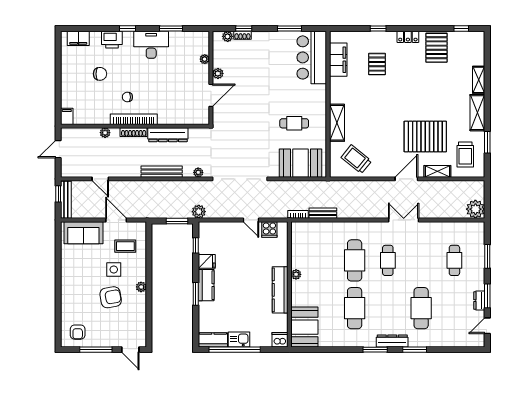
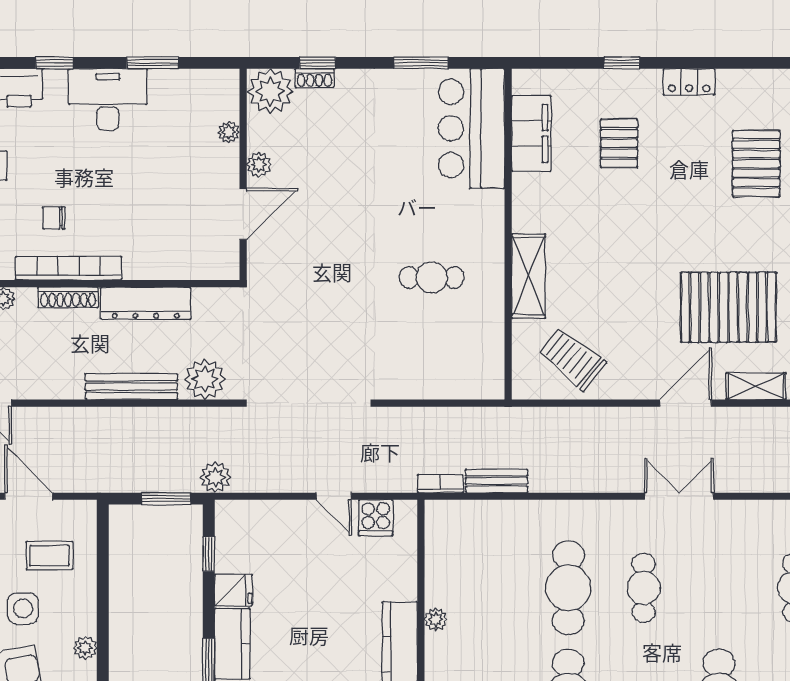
plant: (228, 36) -> (270, 91), width x1.88, depth x1.88
pallet: (436, 48) -> (756, 164), moved
booth: (300, 163) -> (446, 367), removed
plant: (198, 172) -> (205, 379), width x1.88, depth x1.88

